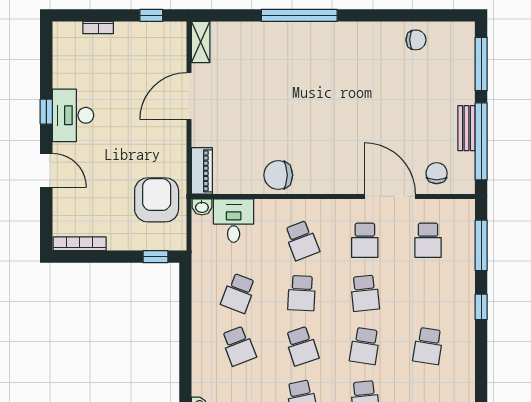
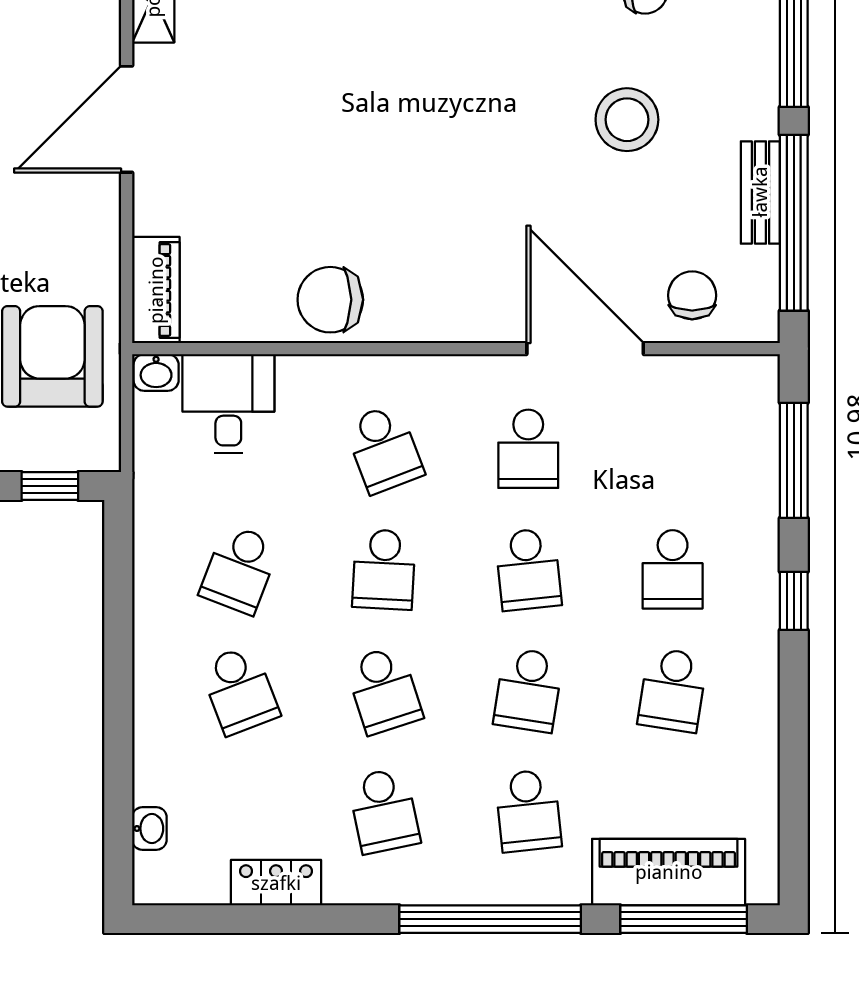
stool: (408, 96) -> (627, 120), added
school desk: (428, 240) -> (673, 569), moved

